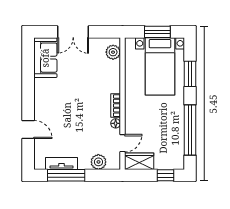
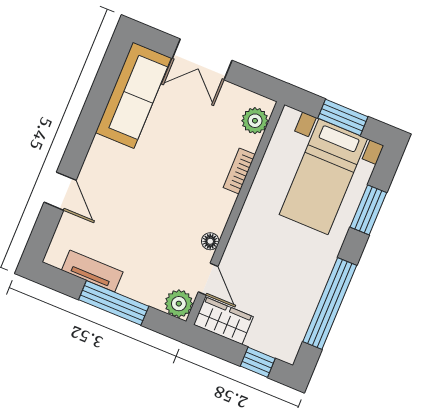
sofa: (45, 58) -> (133, 95), width x1.36
bookcase: (116, 106) -> (239, 171), moved
door: (123, 143) -> (208, 279), hinge flipped
plant: (98, 162) -> (179, 304), moved
window: (66, 175) -> (114, 303), moved

